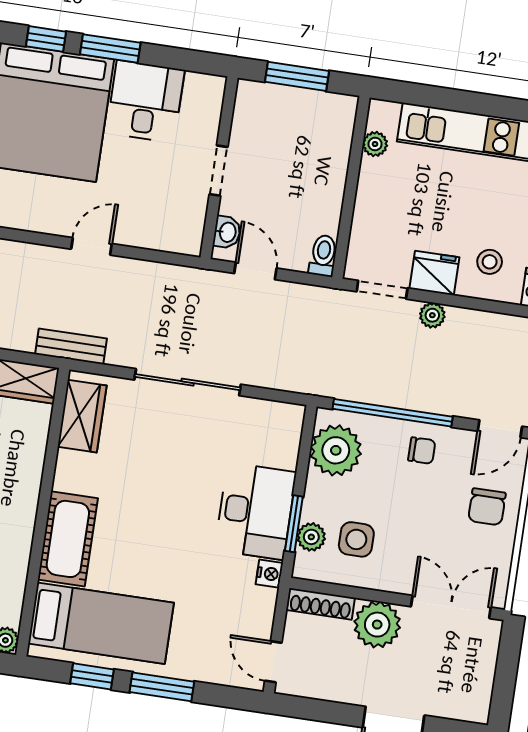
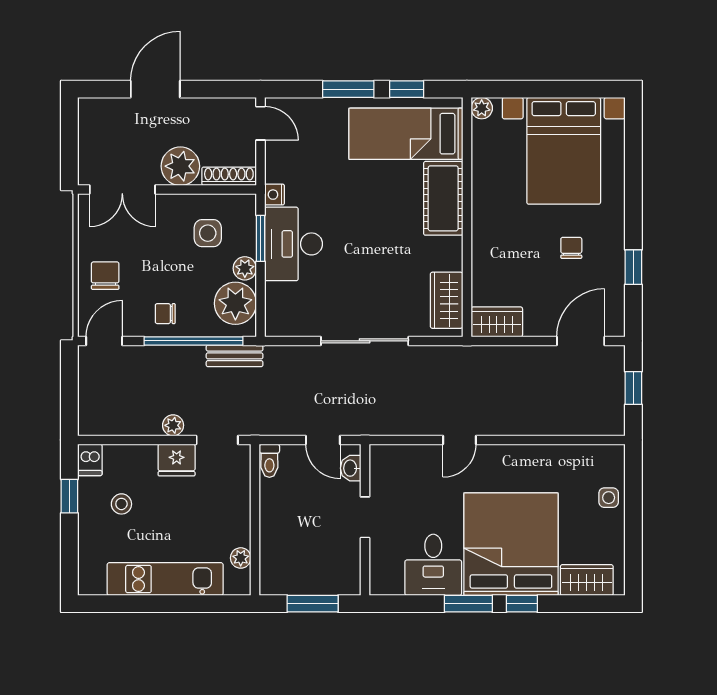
stool: (490, 262) -> (121, 504), moved
bench: (71, 346) -> (235, 356), moved
plant: (311, 537) -> (245, 268), moved

